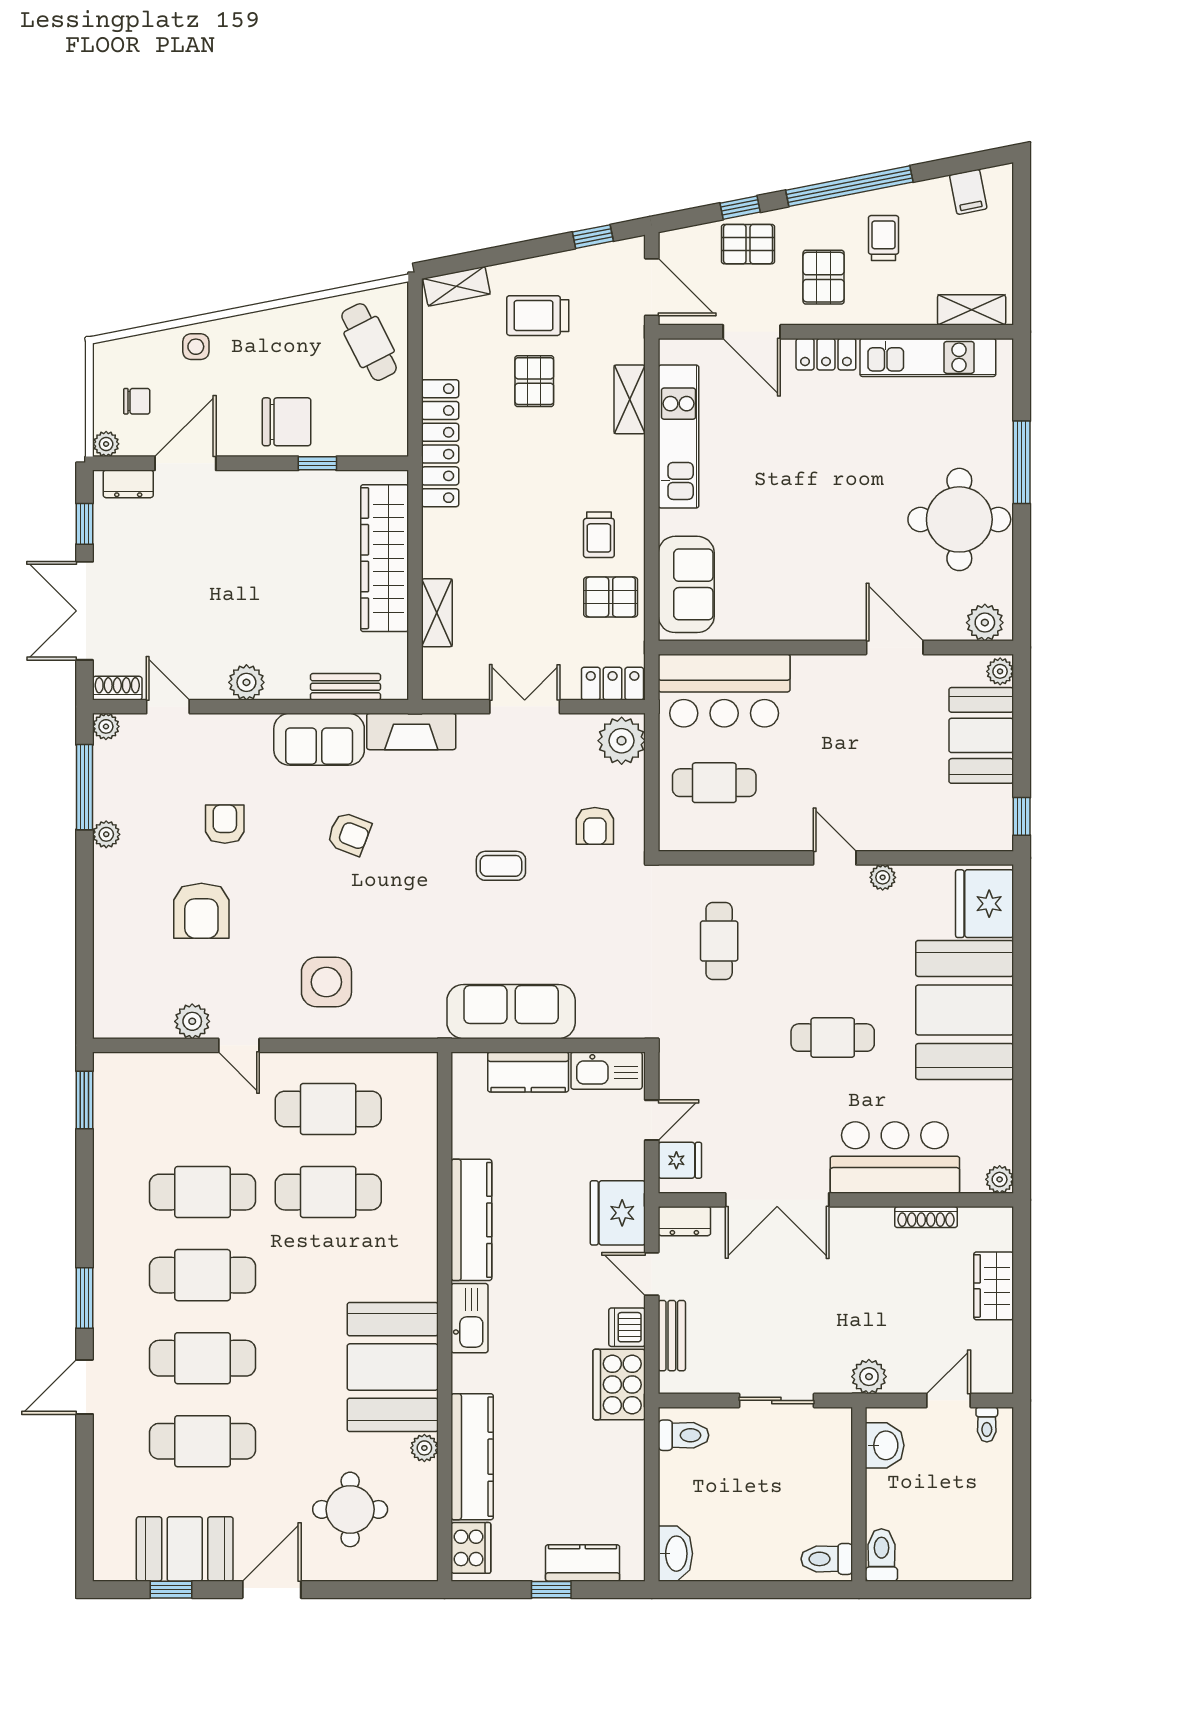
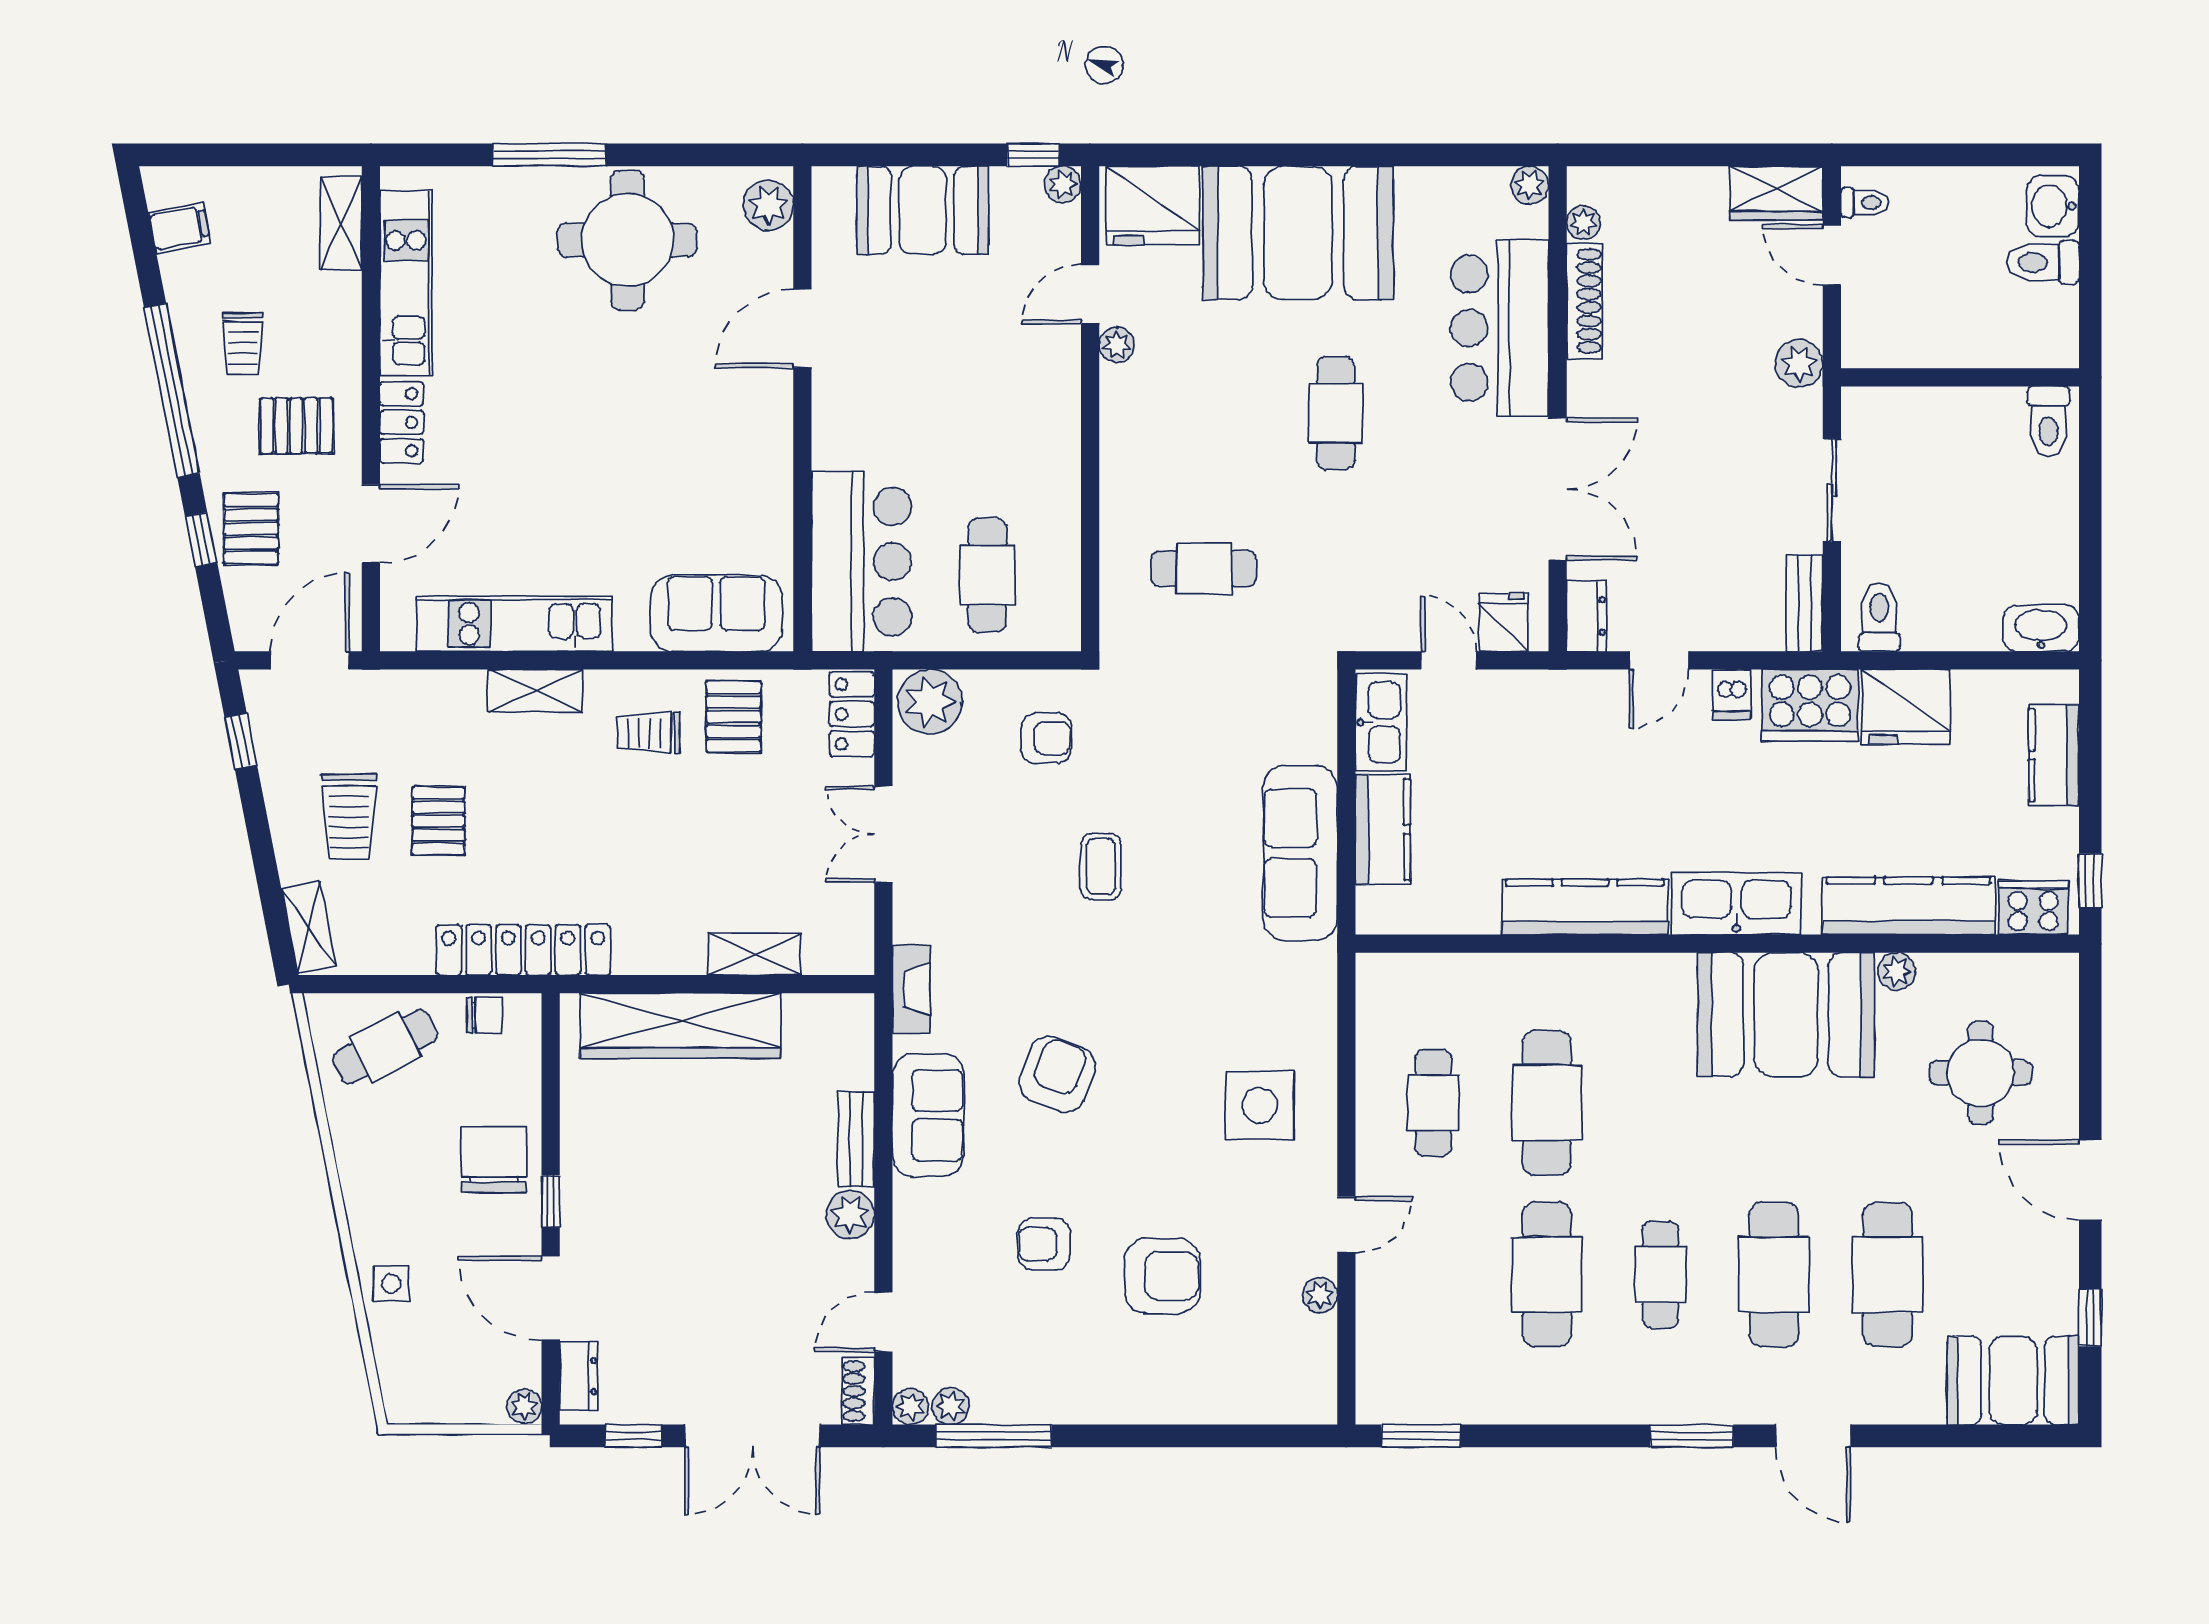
trolley: (884, 238) -> (243, 344), turned -90
pallet: (534, 381) -> (438, 821), turned 90
shelving: (630, 399) -> (535, 691), moved
chair: (137, 401) -> (484, 1015), moved, turned 90
window: (317, 463) -> (551, 1201), moved
trolley: (599, 535) -> (648, 733), turned 180
plant: (1000, 671) -> (1063, 184), moved
bench: (345, 687) -> (856, 1139), moved
fireplace: (411, 731) -> (911, 989), width x0.73, depth x0.76
plant: (106, 834) -> (951, 1406), moved
armchair: (349, 834) -> (1057, 1074), width x1.38, depth x1.38
door: (835, 858) -> (1090, 294), moved
plant: (192, 1021) -> (1320, 1295), width x0.73, depth x0.73
cafe table: (328, 1109) -> (1433, 1103), width x0.73, depth x0.74
fridge: (618, 1213) -> (1906, 707), moved
shoe rack: (926, 1217) -> (1584, 301), width x1.36, depth x1.24
plant: (972, 1219) -> (1583, 223), added
cafe table: (203, 1275) -> (1660, 1275), width x0.73, depth x0.74
wardrobe: (994, 1286) -> (1776, 193), moved
kitchen sink: (469, 1318) -> (1736, 904), width x1.36, depth x1.24
dishwasher: (627, 1327) -> (1732, 694), width x0.73
bench: (672, 1336) -> (1804, 603), moved, turned 90
washbasin: (885, 1445) -> (2053, 206), moved, turned -90
booth: (185, 1549) -> (2013, 1380), moved, turned 90
toilet: (881, 1555) -> (2043, 262), moved
window: (551, 1590) -> (2090, 881), moved

